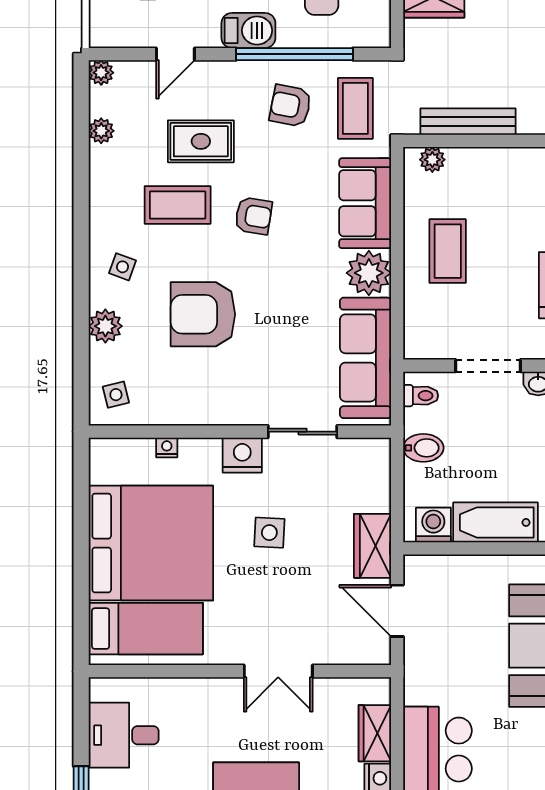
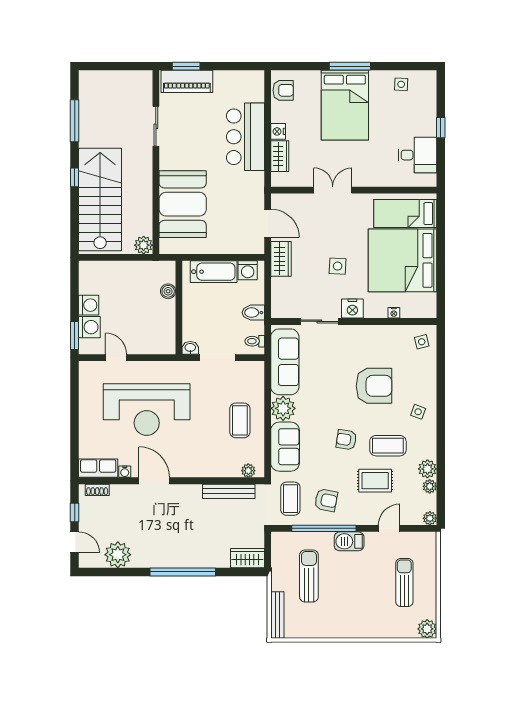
plant: (105, 326) -> (427, 469), moved

